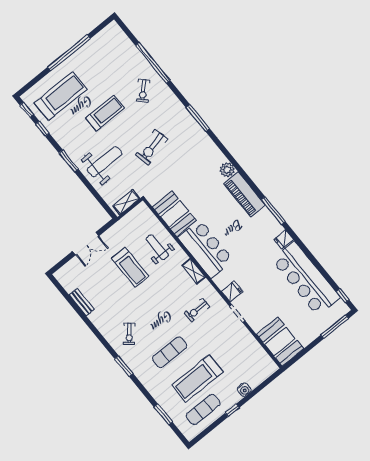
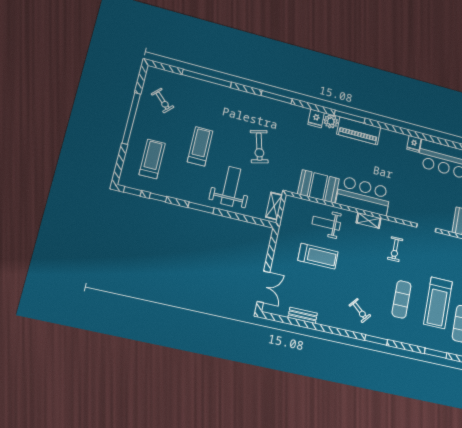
exercise bike: (143, 91) -> (163, 101), moved
treadmill: (61, 96) -> (152, 159), width x0.73, depth x0.73
window: (273, 211) -> (350, 117), moved
double door: (86, 244) -> (264, 287), moved
fridge: (232, 292) -> (316, 118), moved, turned 180

